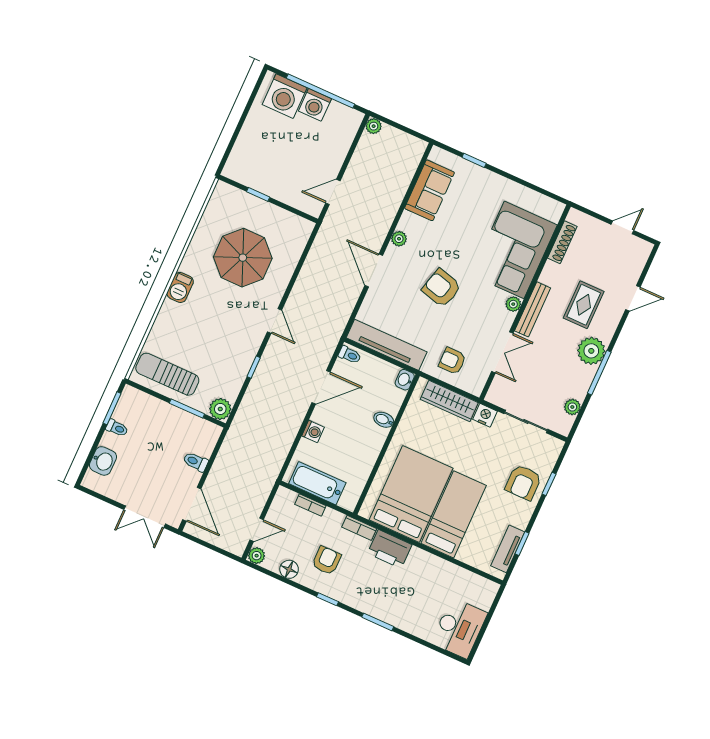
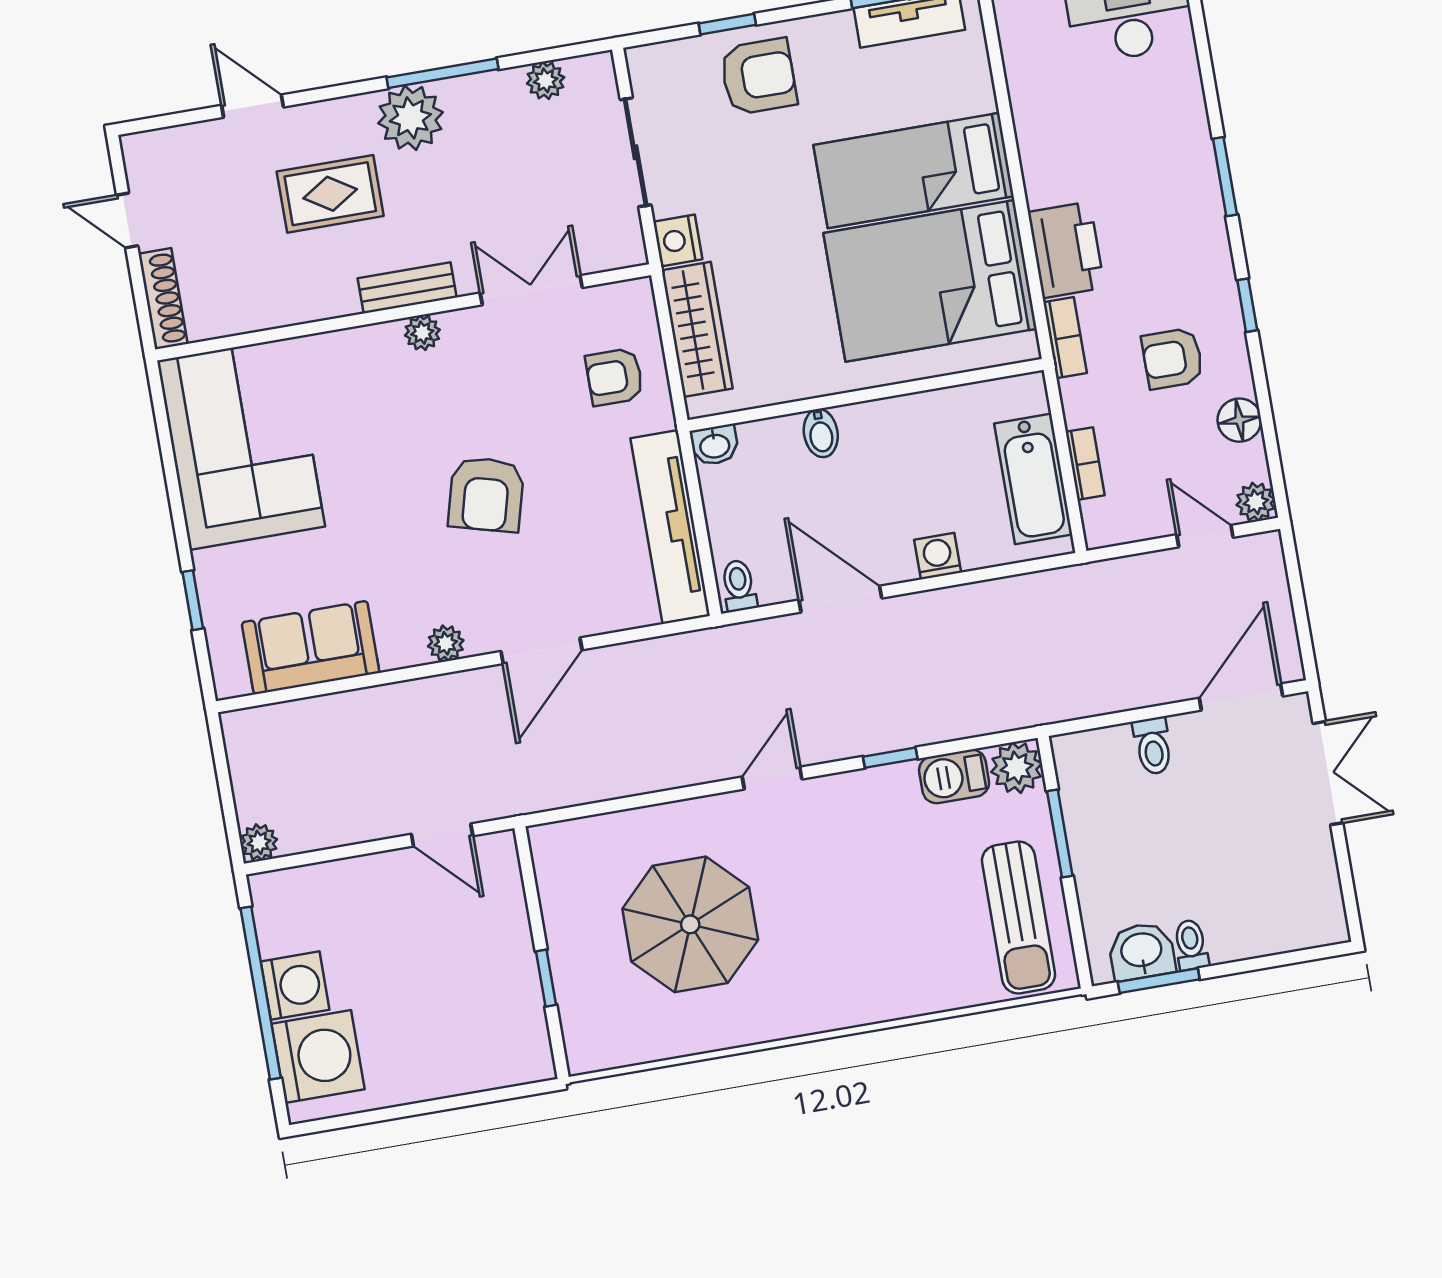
shoe rack: (562, 242) -> (163, 299), moved, turned 90
corner sofa: (514, 250) -> (241, 444), moved, turned -90
barbecue: (180, 287) -> (954, 776), moved, turned 180
bench: (533, 309) -> (407, 288), width x0.73
armchair: (452, 361) -> (615, 377), turned 90
washbasin: (103, 461) -> (1142, 951), moved

